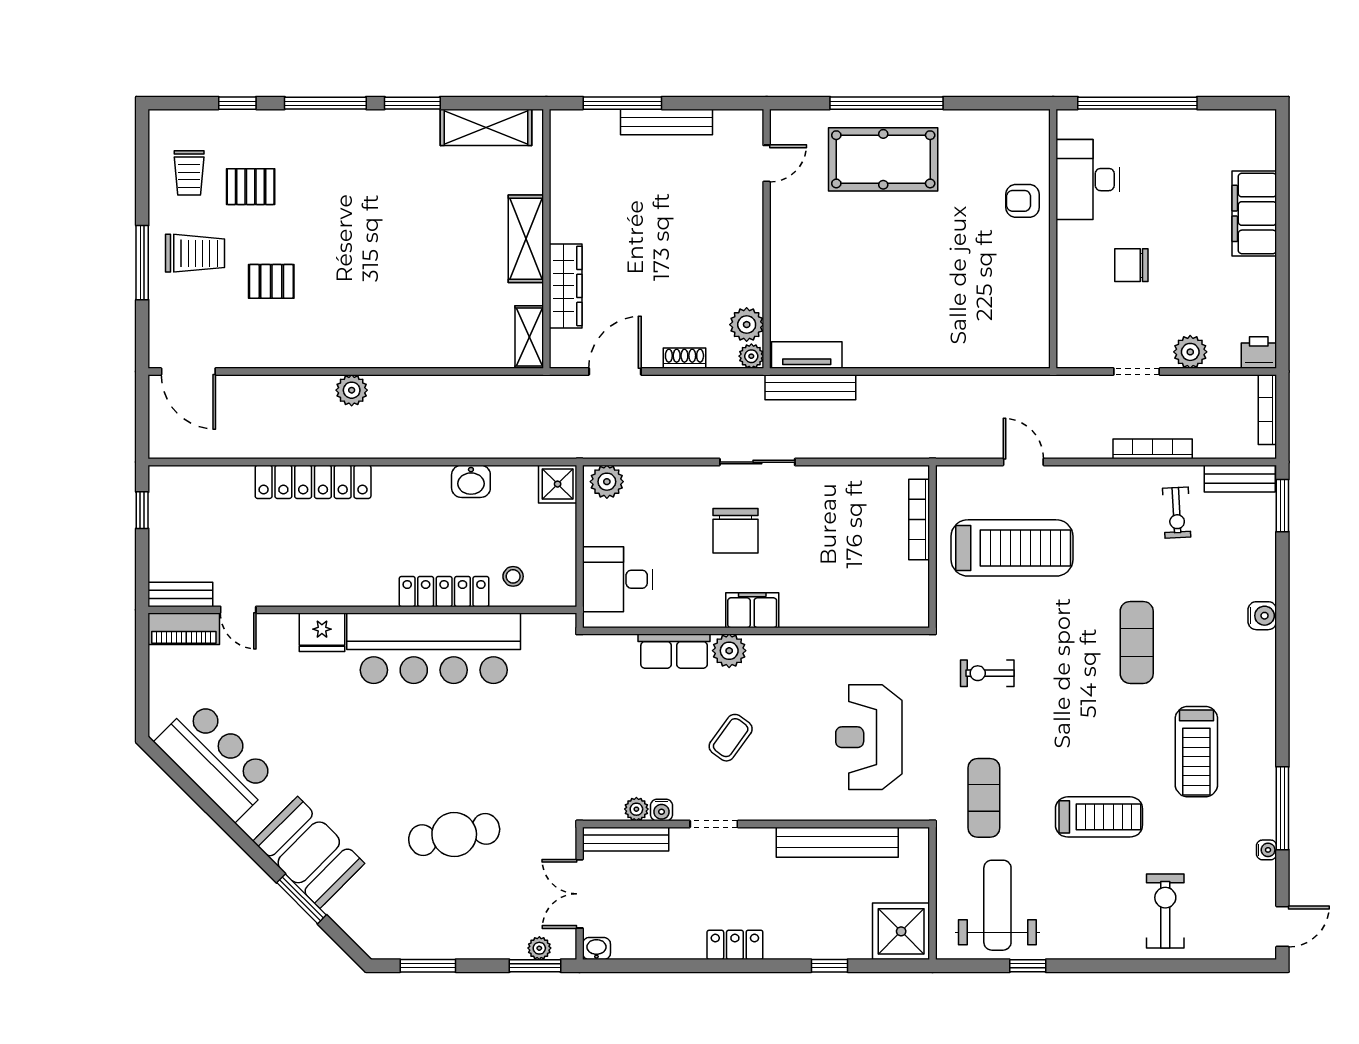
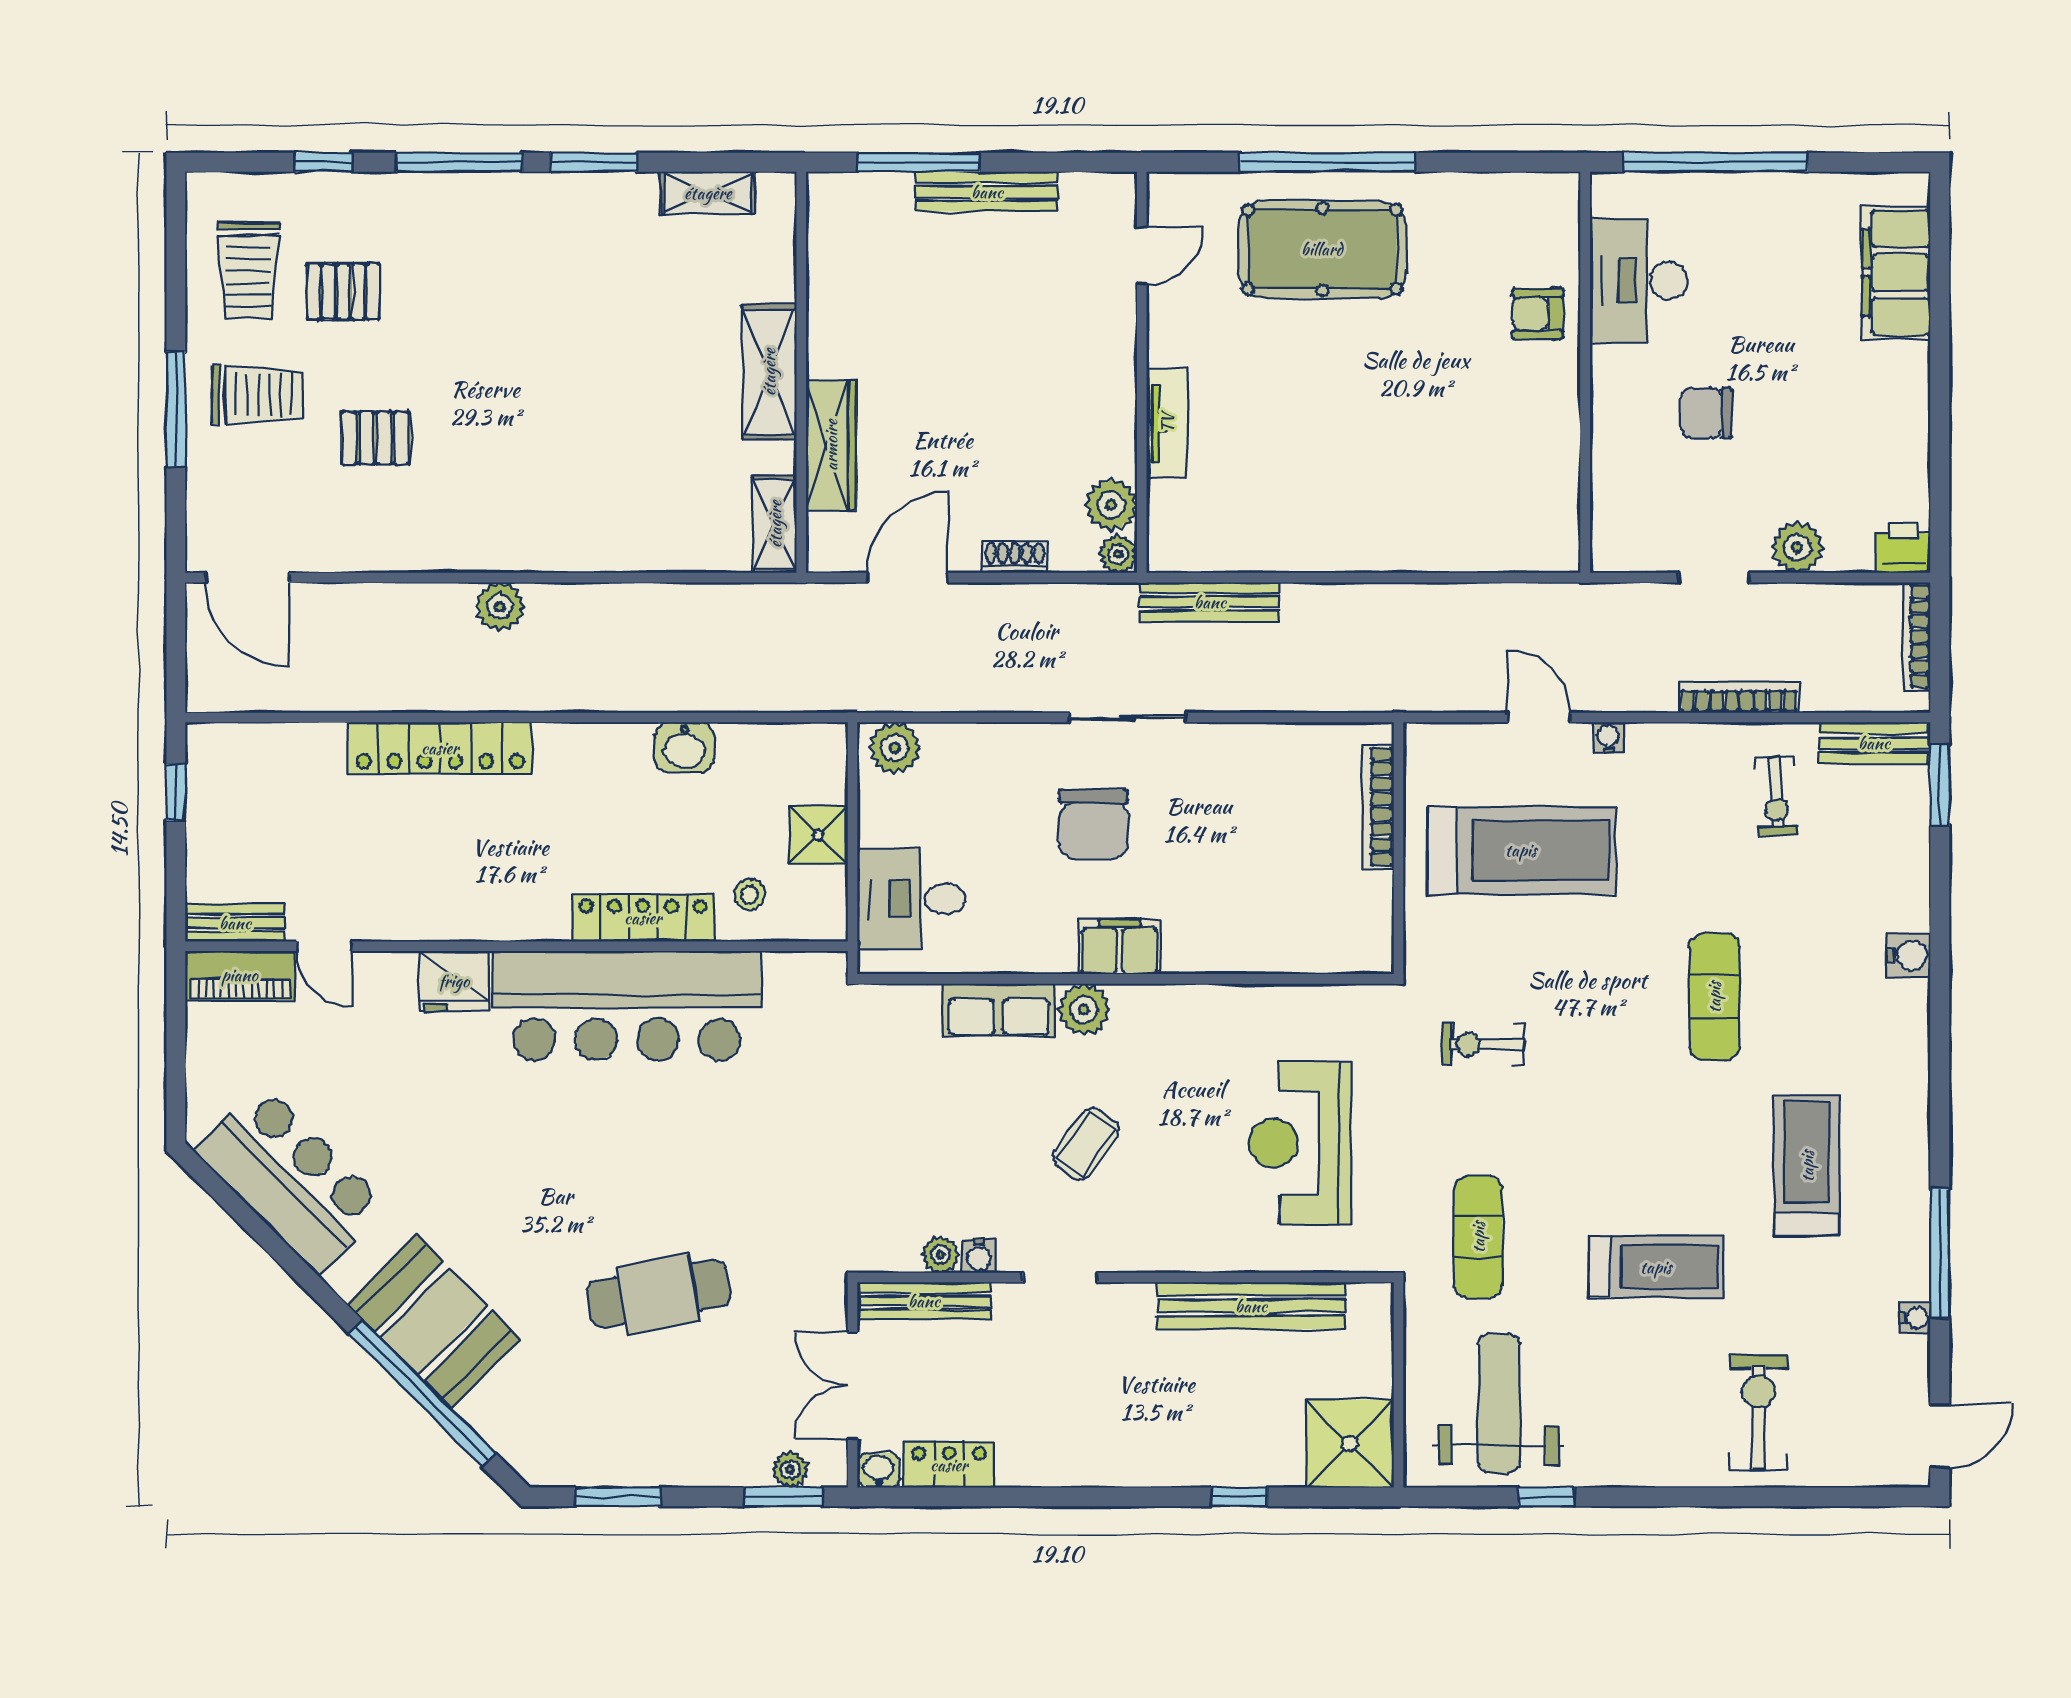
shelving: (486, 127) -> (708, 193), width x0.67, depth x0.75
trolley: (189, 173) -> (248, 270), width x1.36, depth x1.39
filing cabinet: (1254, 213) -> (1896, 273), moved
tv unit: (807, 355) -> (1167, 423), moved, turned 90
water cooler: (1068, 475) -> (1608, 738), added
shower: (558, 484) -> (818, 835), moved
treadmill: (1196, 752) -> (1807, 1166), turned 180
window: (301, 899) -> (422, 1393), width x2.11
locker: (735, 945) -> (949, 1465), moved

